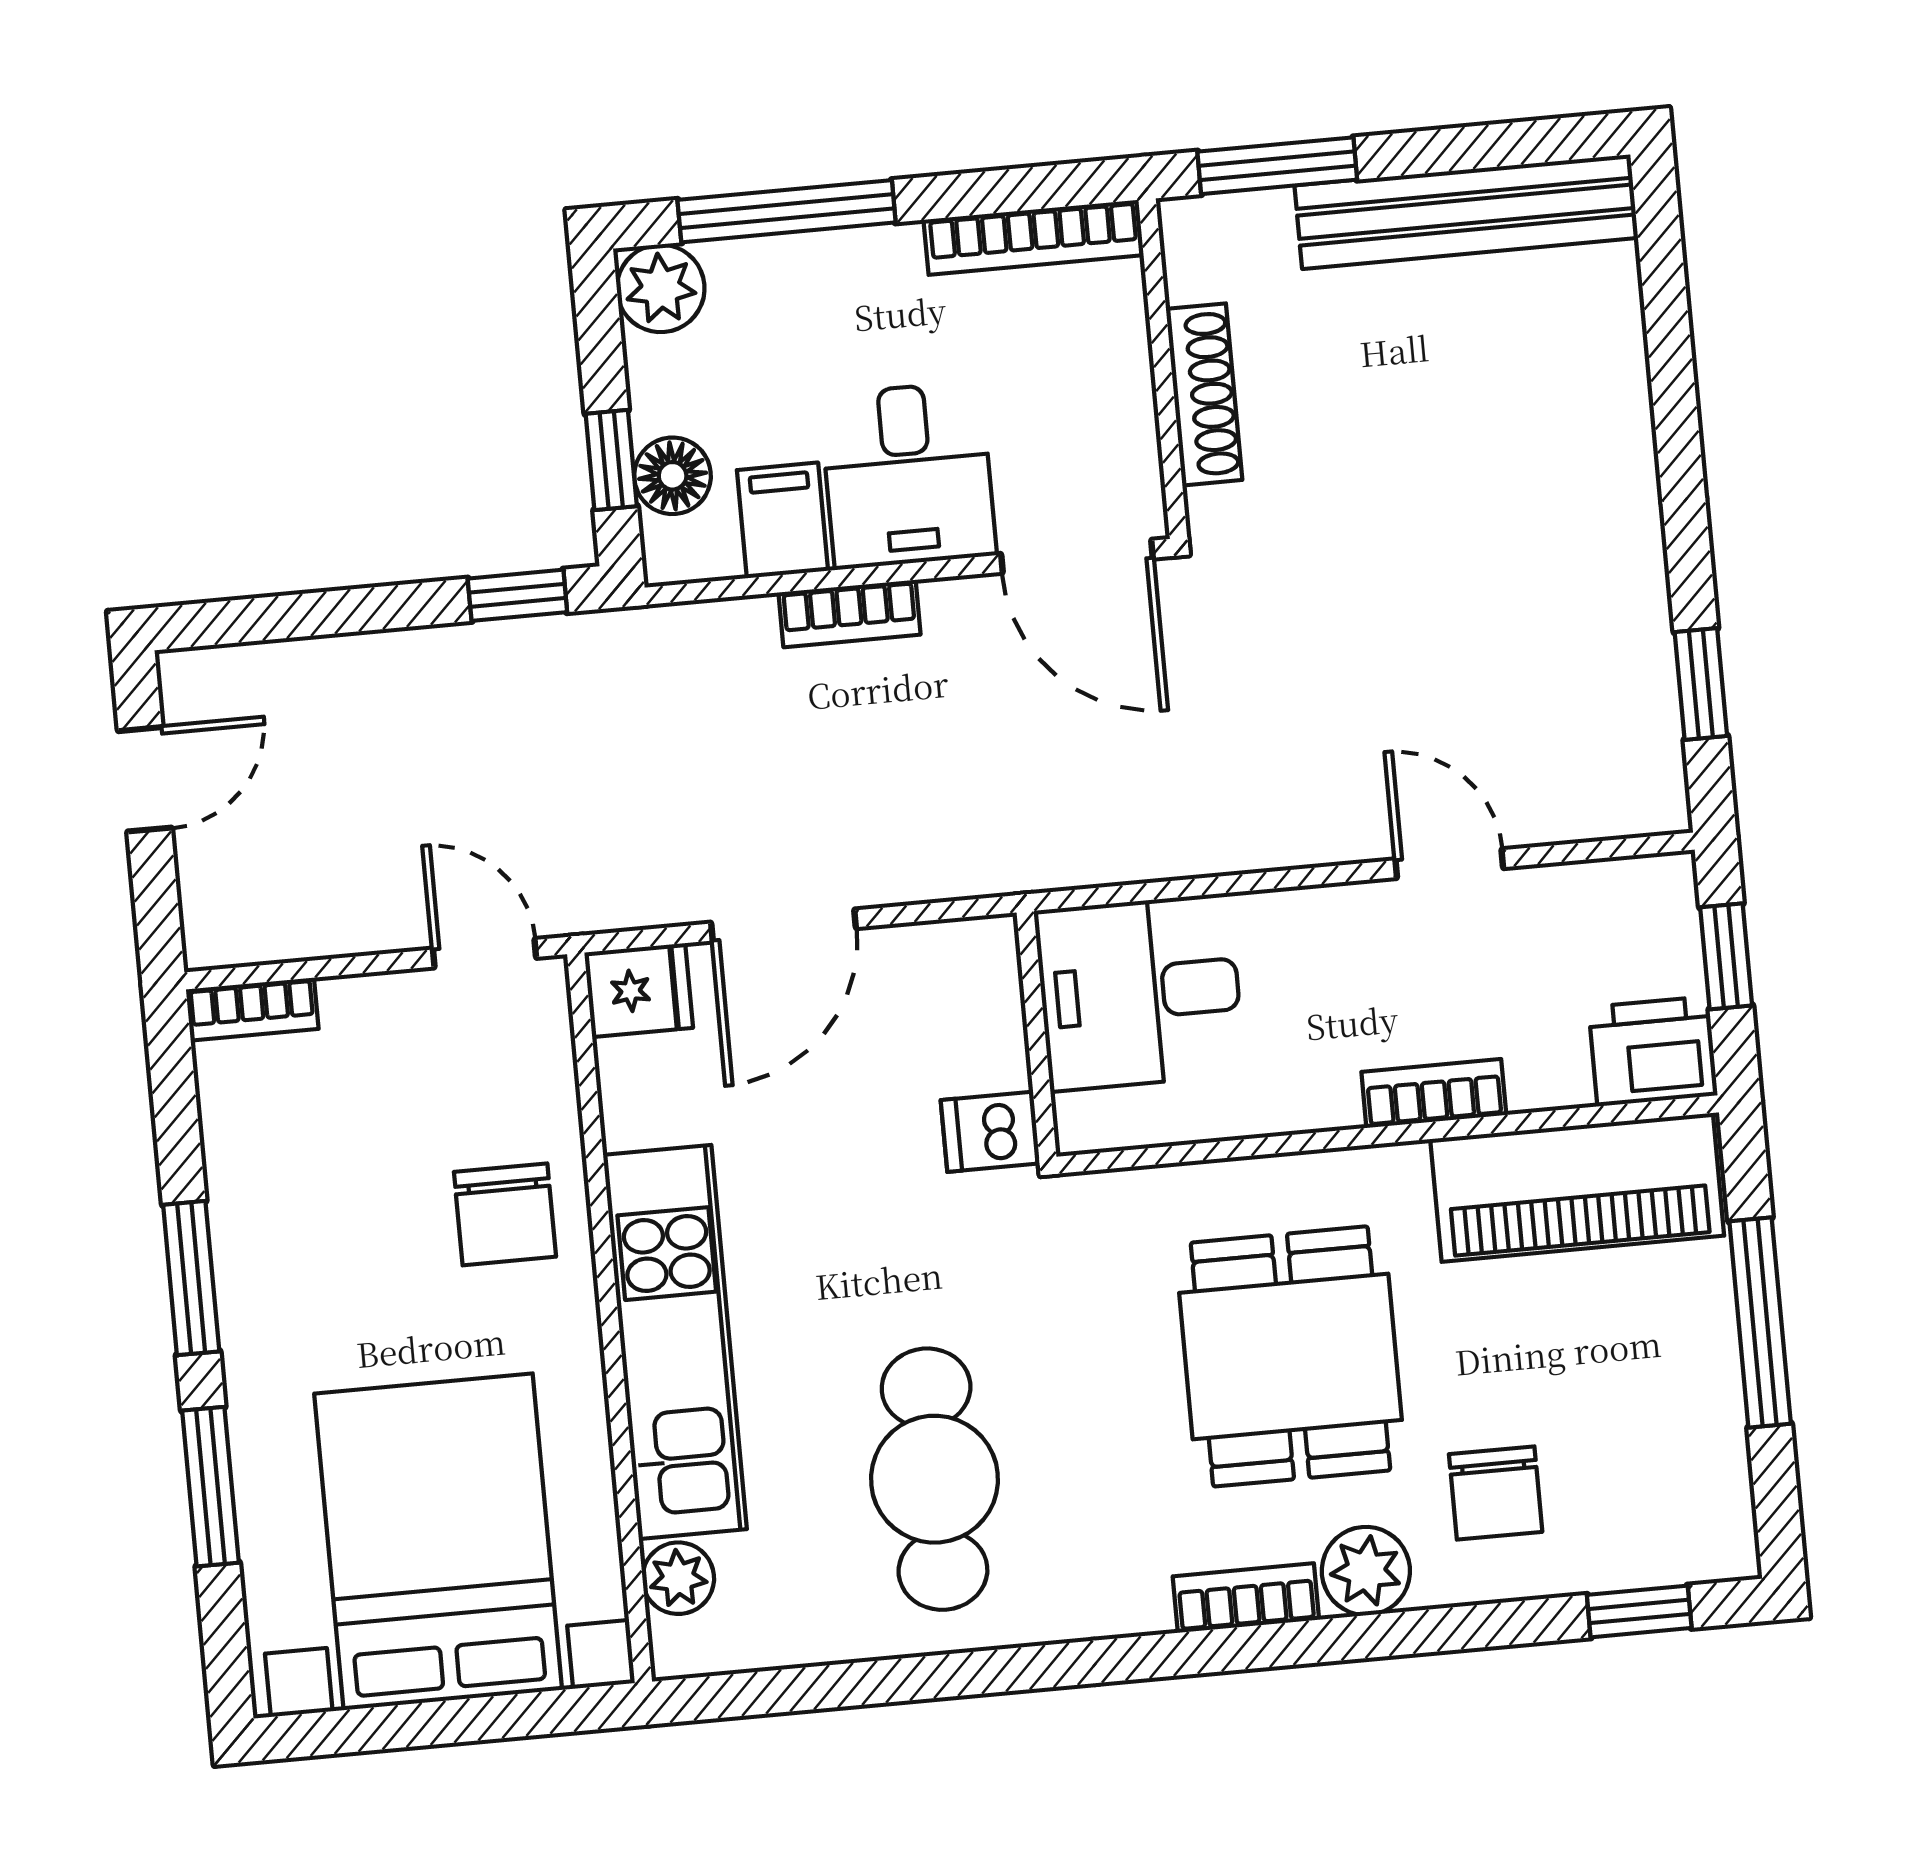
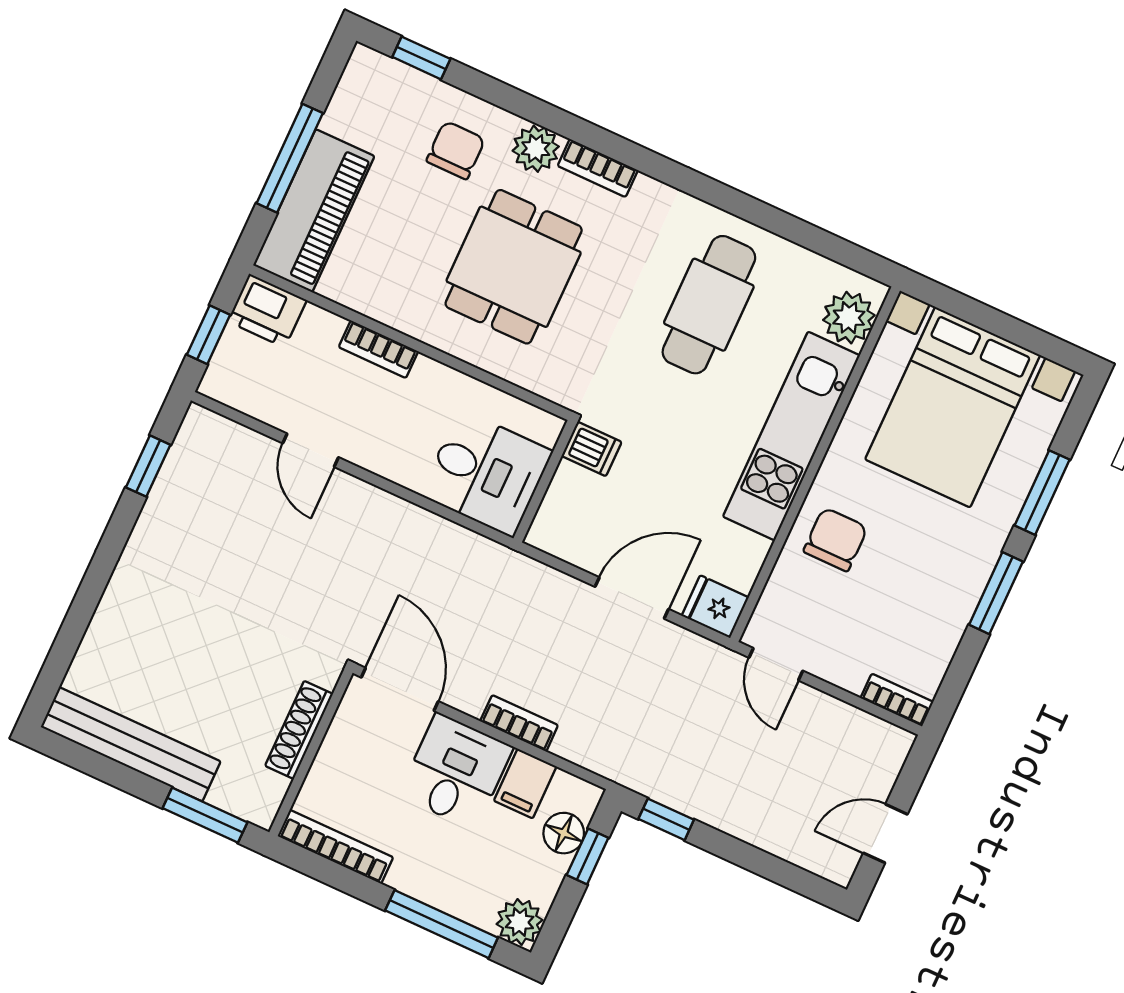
piano: (1577, 1187) -> (314, 211), moved, turned 90
plant: (678, 1578) -> (849, 318), width x1.38, depth x1.38

